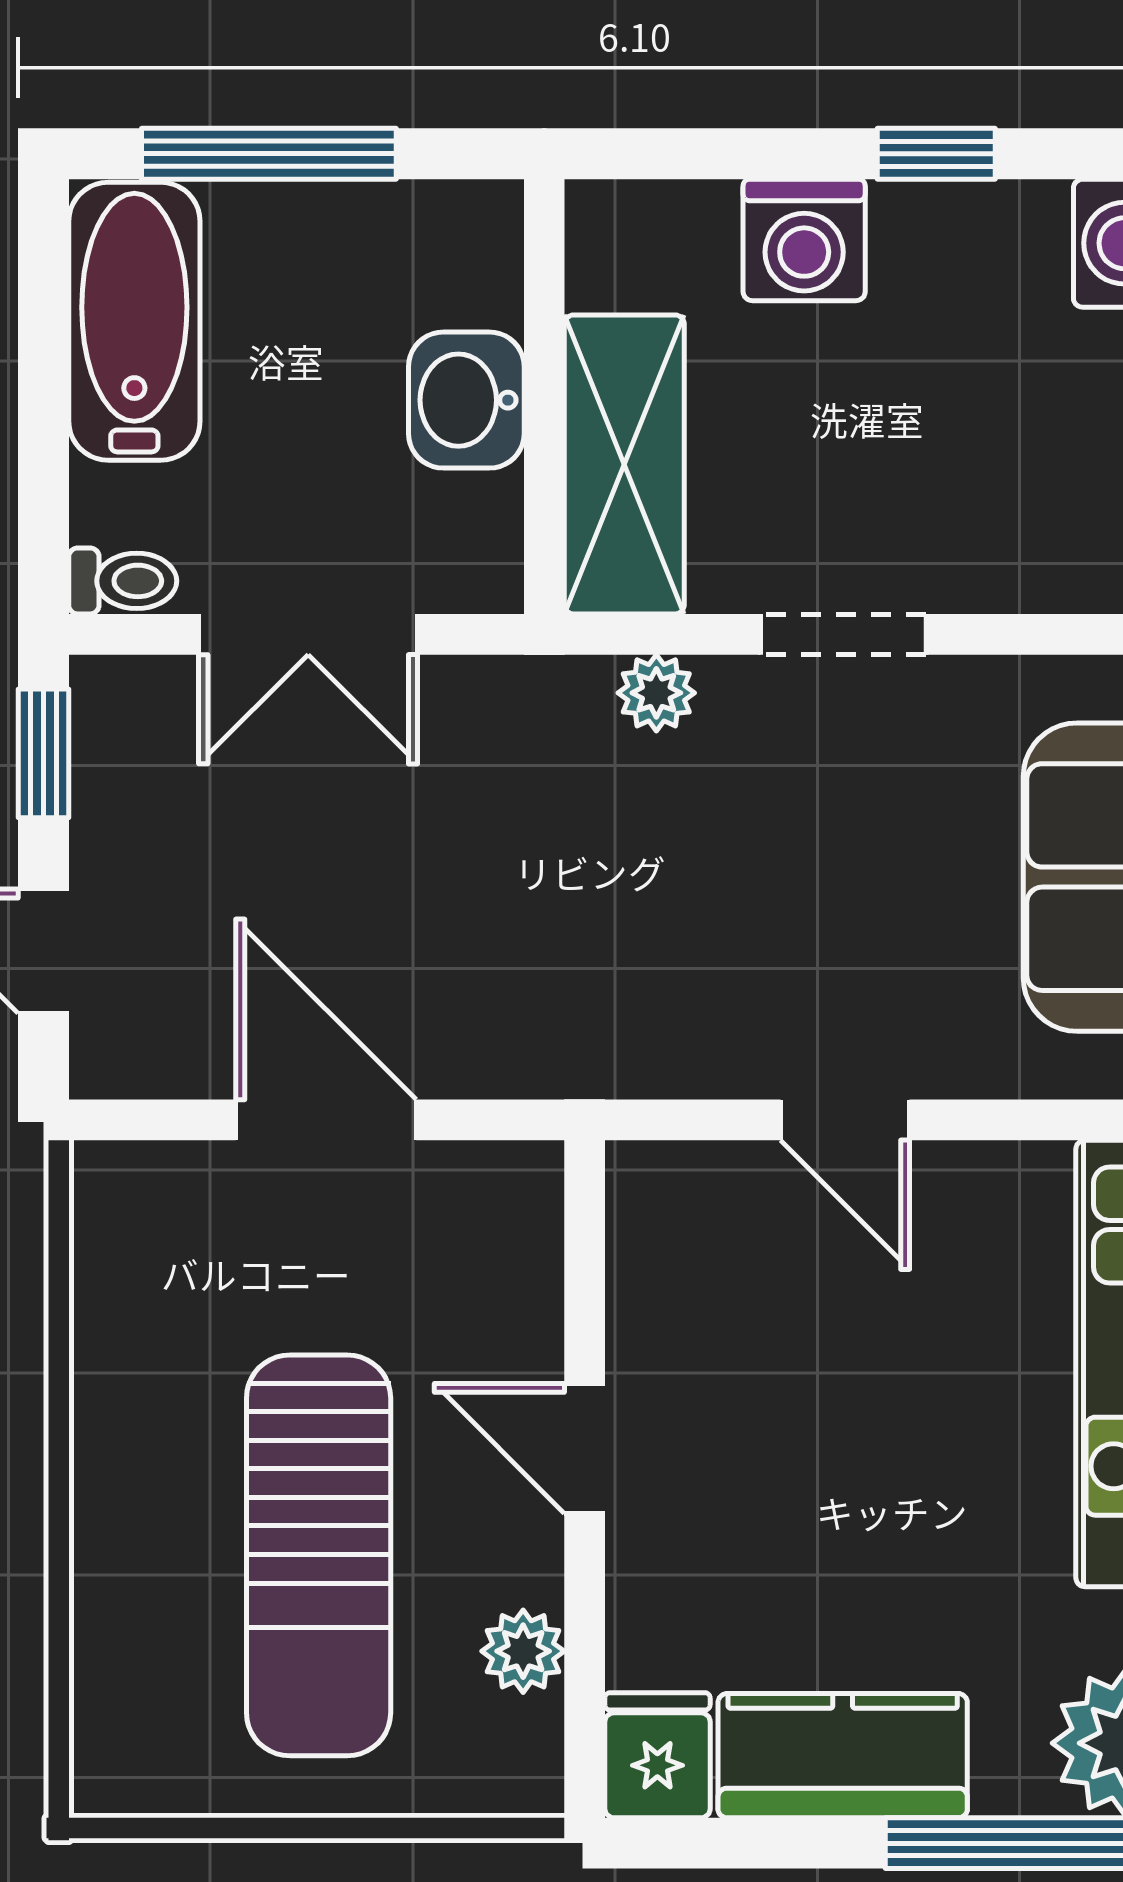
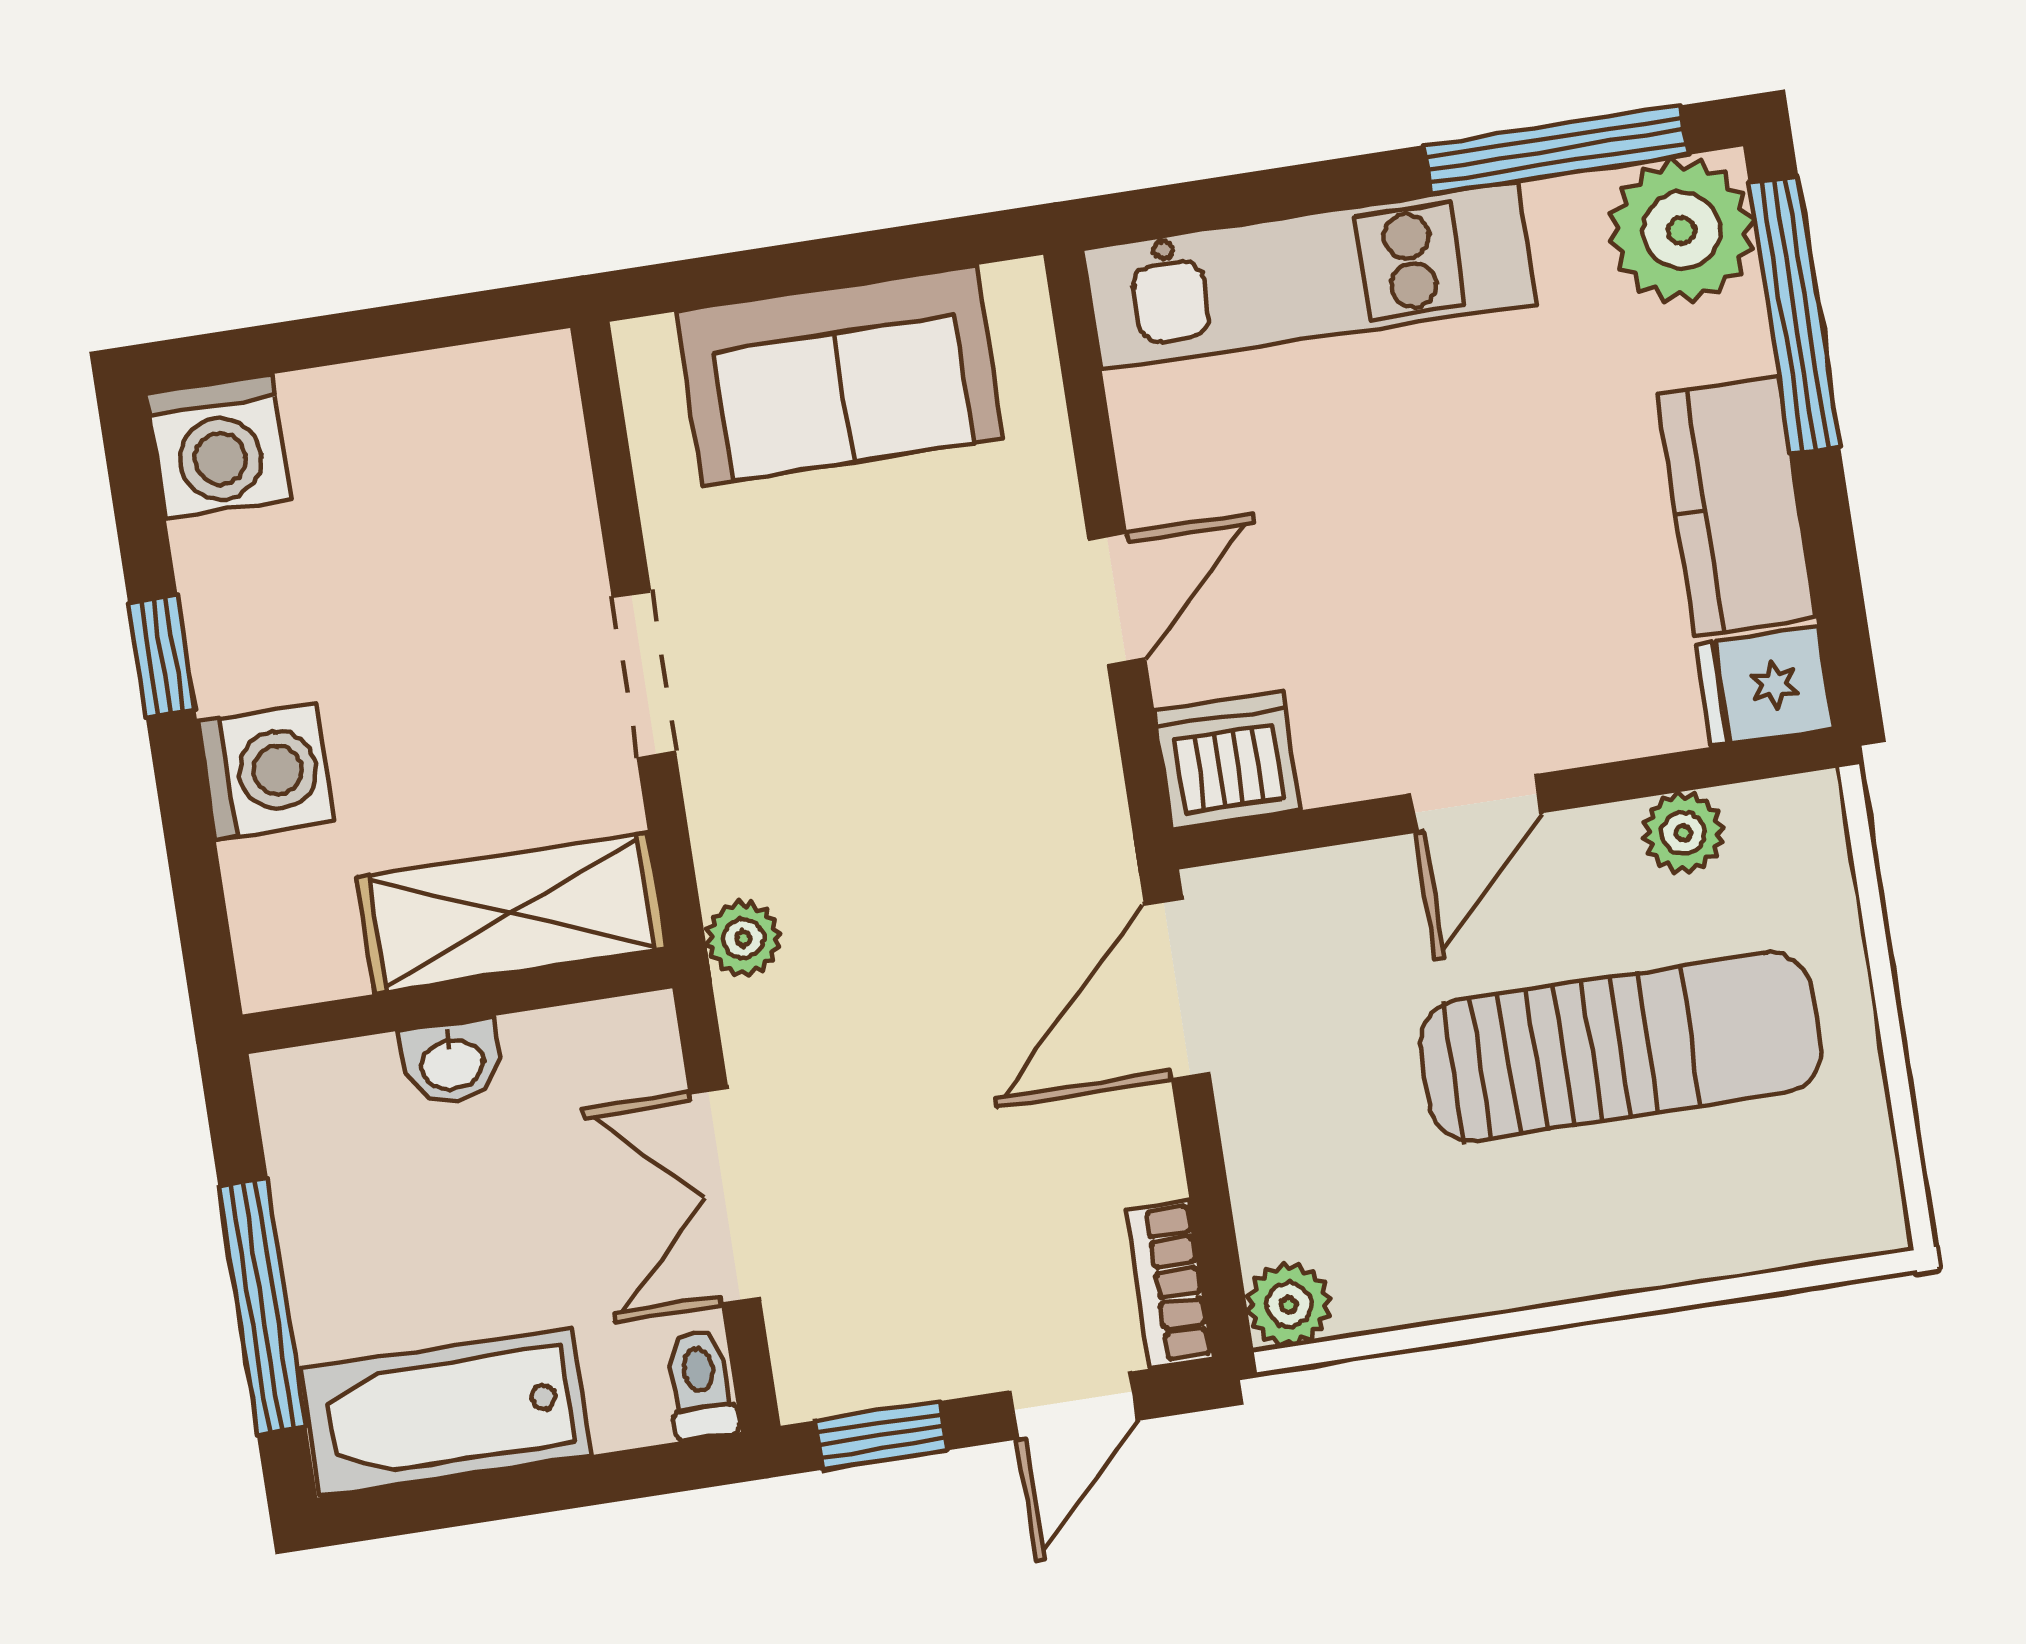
washbasin: (466, 400) -> (452, 1062), width x0.72, depth x0.69
double door: (308, 634) -> (725, 1196), swing flipped
plant: (656, 693) -> (743, 939), moved
bookcase: (150, 1067) -> (1170, 1284), added
door: (326, 1120) -> (1177, 989), moved
plant: (111, 1183) -> (1289, 1305), added
dishwasher: (666, 1206) -> (1227, 760), added

